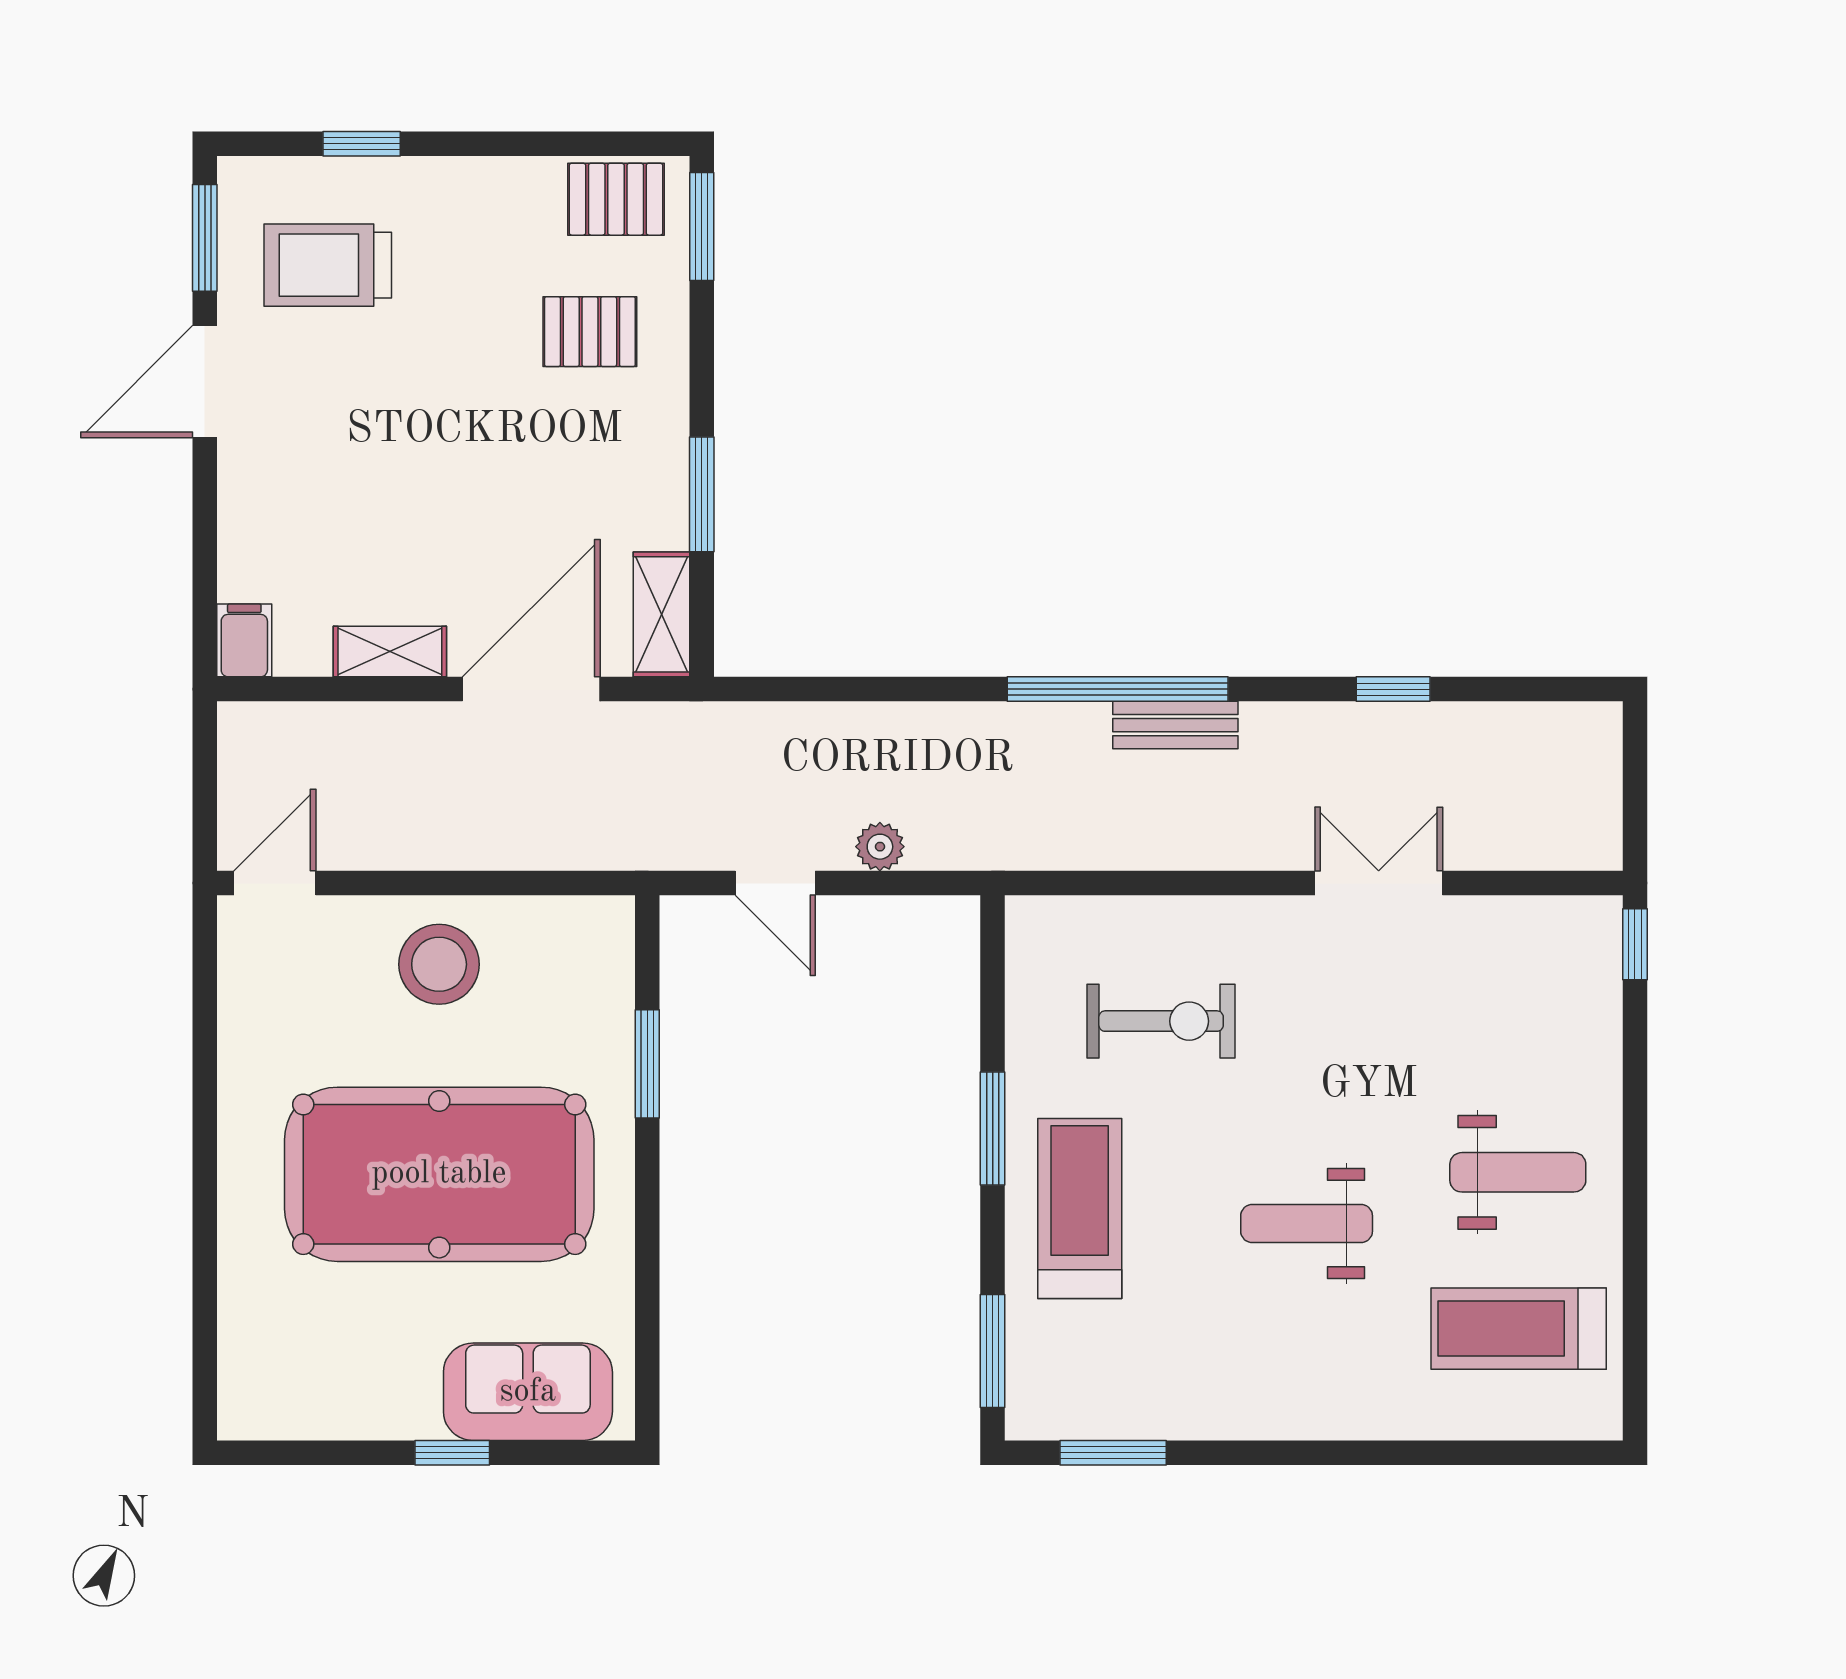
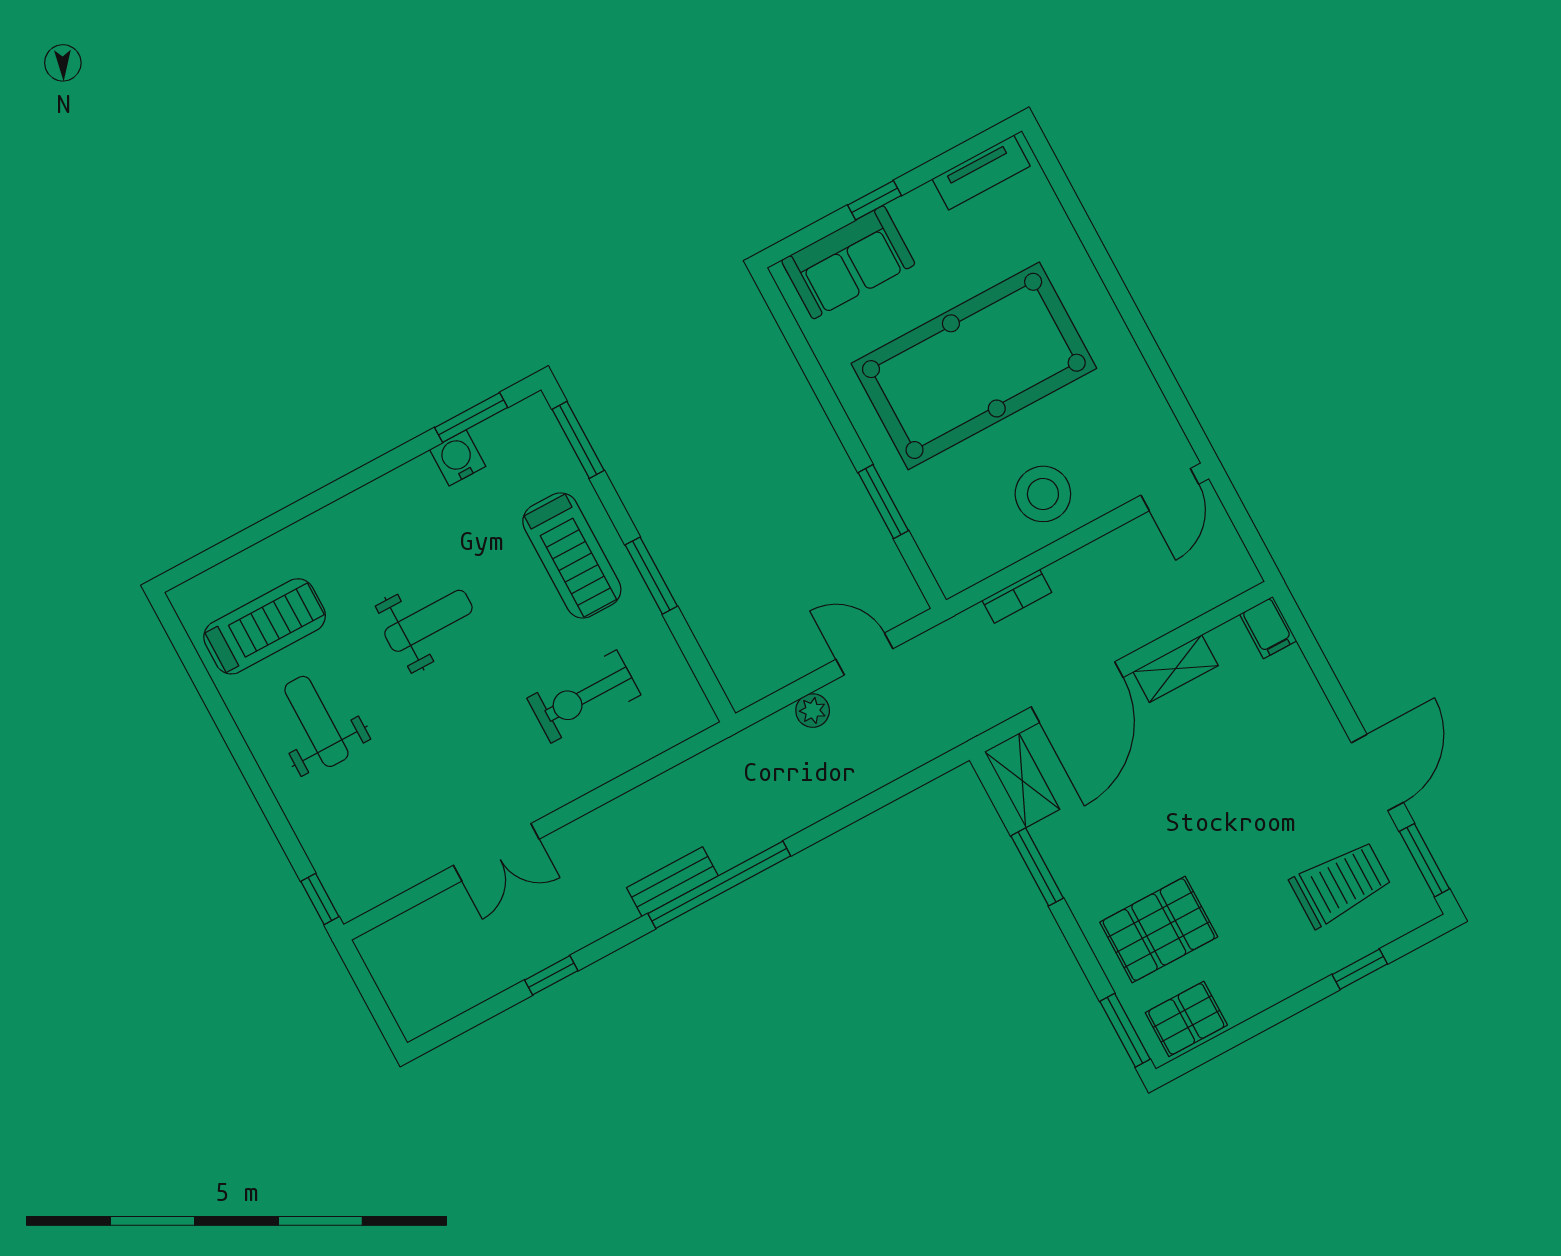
pallet: (590, 332) -> (1159, 930), width x1.50, depth x1.42
bookcase: (542, 852) -> (1017, 596), added
weight bench: (1518, 1172) -> (316, 721), turned 90
water cooler: (1158, 1410) -> (458, 458), added
tv unit: (298, 1415) -> (981, 172), added

